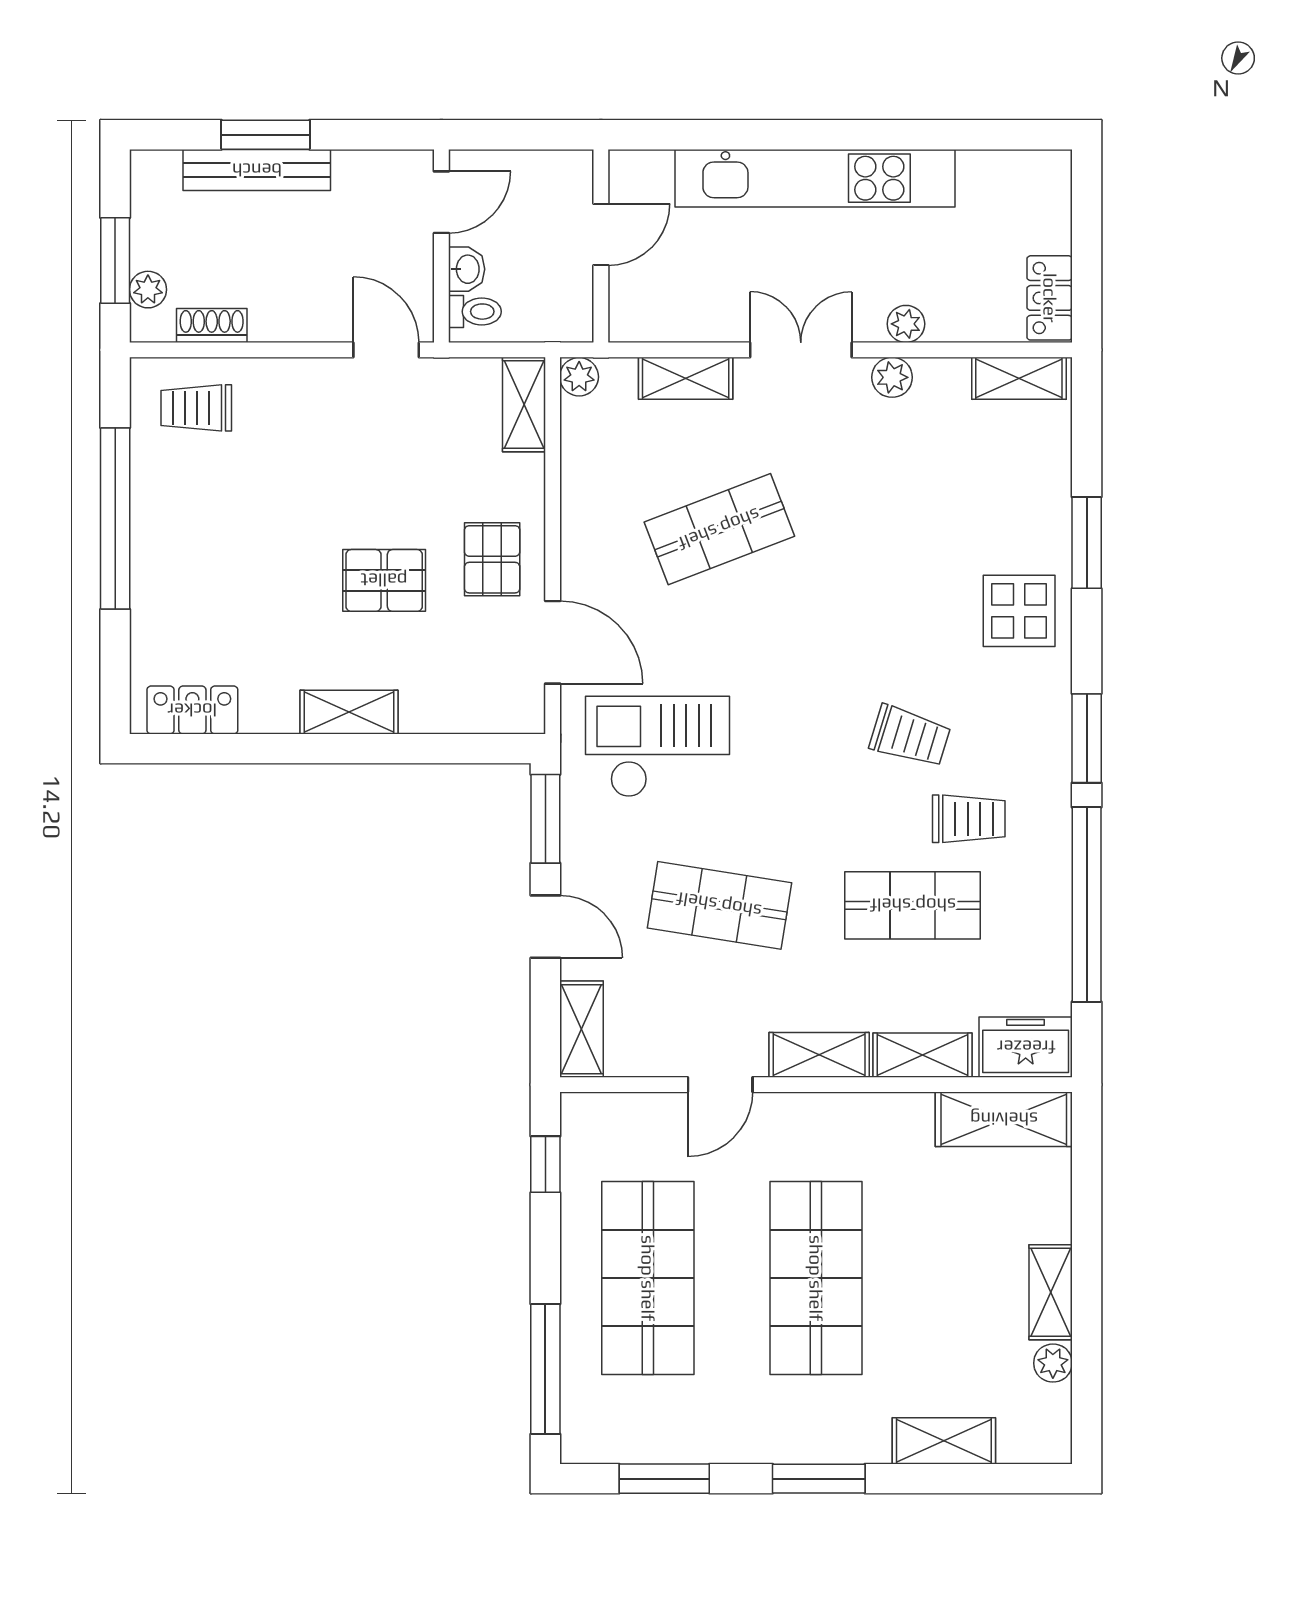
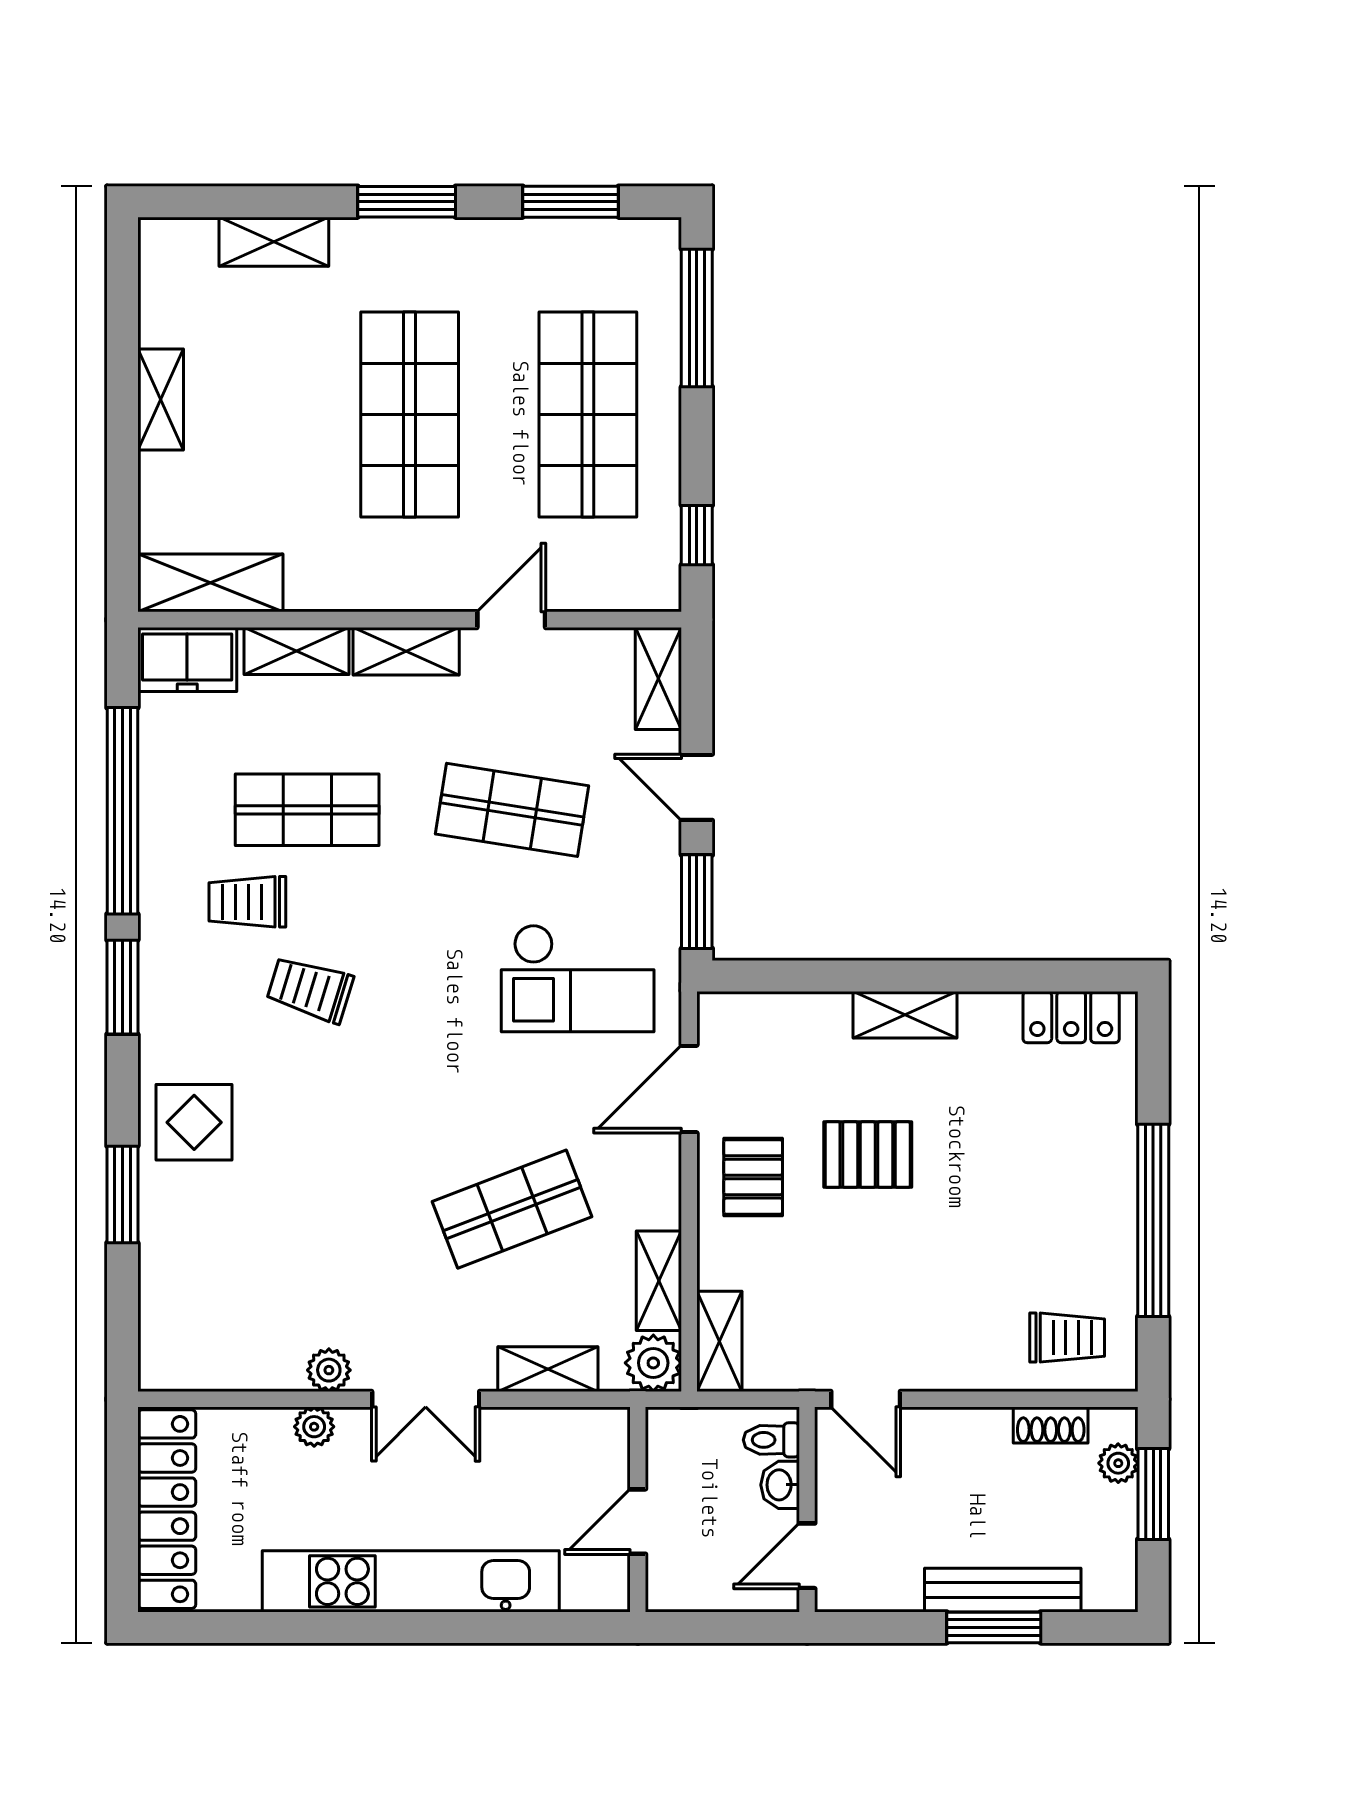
locker: (1050, 298) -> (167, 1509), width x2.16, depth x1.21
plant: (579, 377) -> (653, 1363), width x1.38, depth x1.38
shelving: (1019, 378) -> (659, 1281), moved, turned 90
door: (553, 642) -> (689, 1089), hinge flipped
plant: (1053, 1363) -> (158, 324), removed

